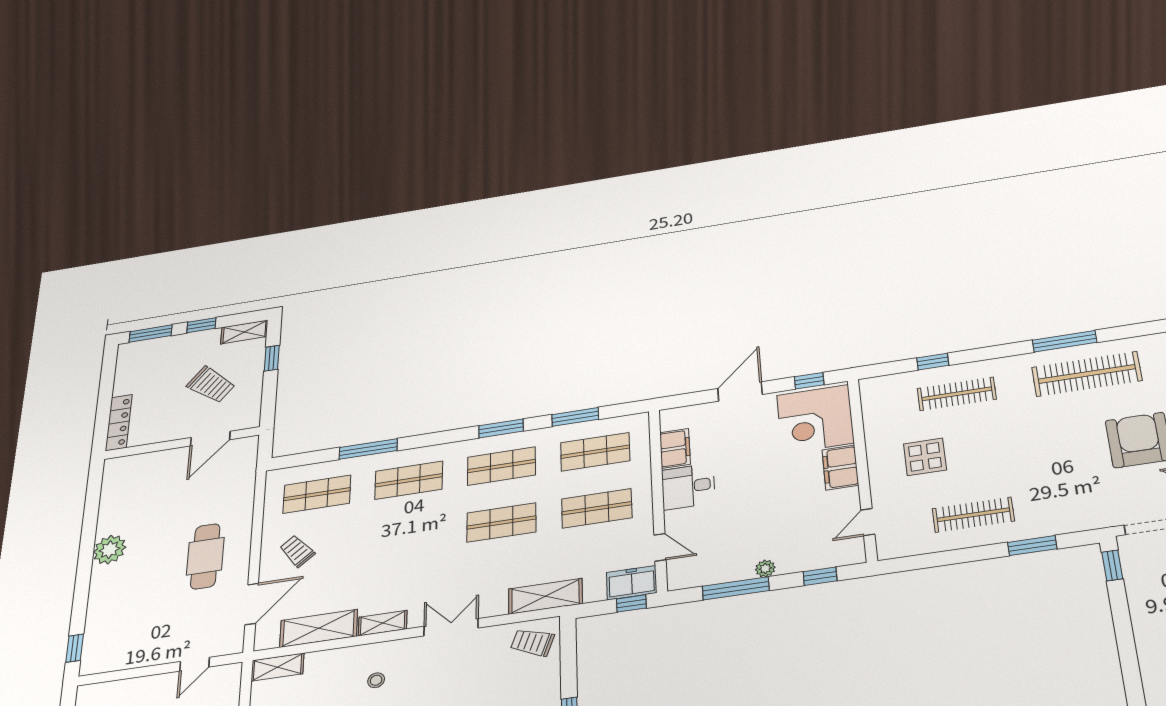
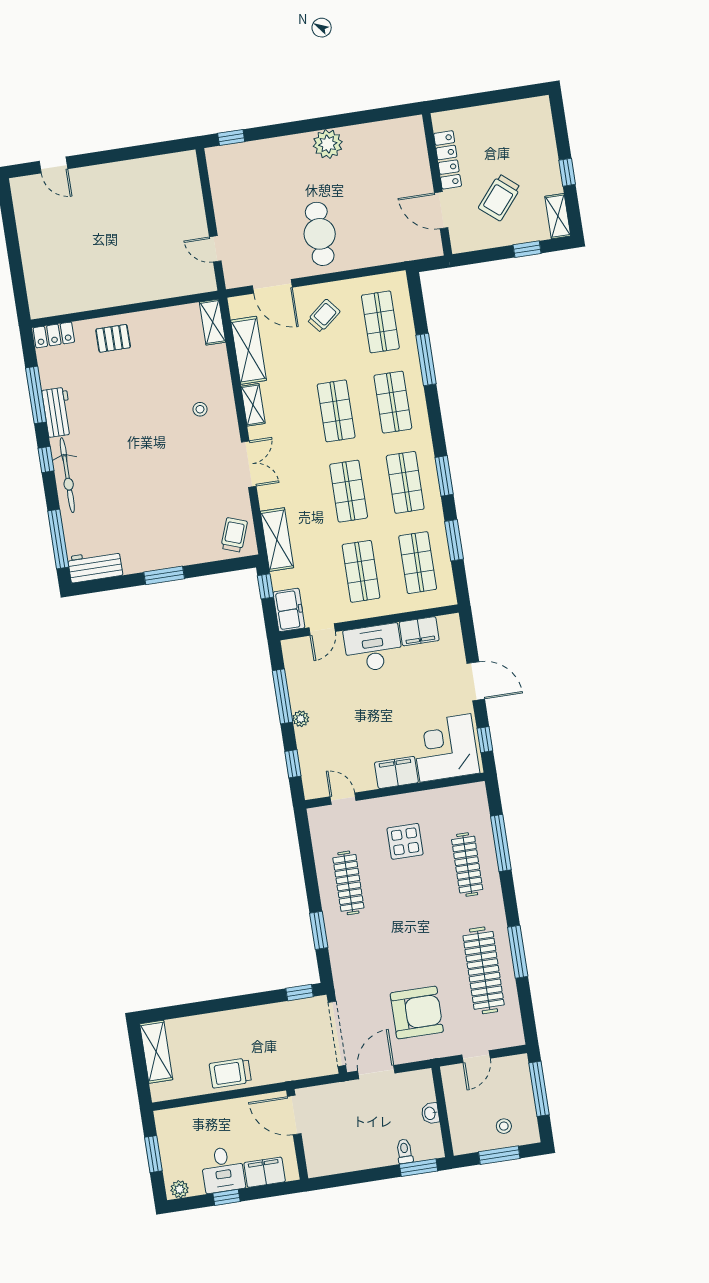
window: (151, 334) -> (560, 124), removed
window: (933, 362) -> (501, 843), width x2.17
locker: (119, 423) -> (448, 160), moved, turned -90
desk: (688, 487) -> (373, 648), width x1.37
shop shelf: (407, 537) -> (336, 411), added
cafe table: (205, 556) -> (320, 234), turned 90
window: (631, 603) -> (265, 586), moved

